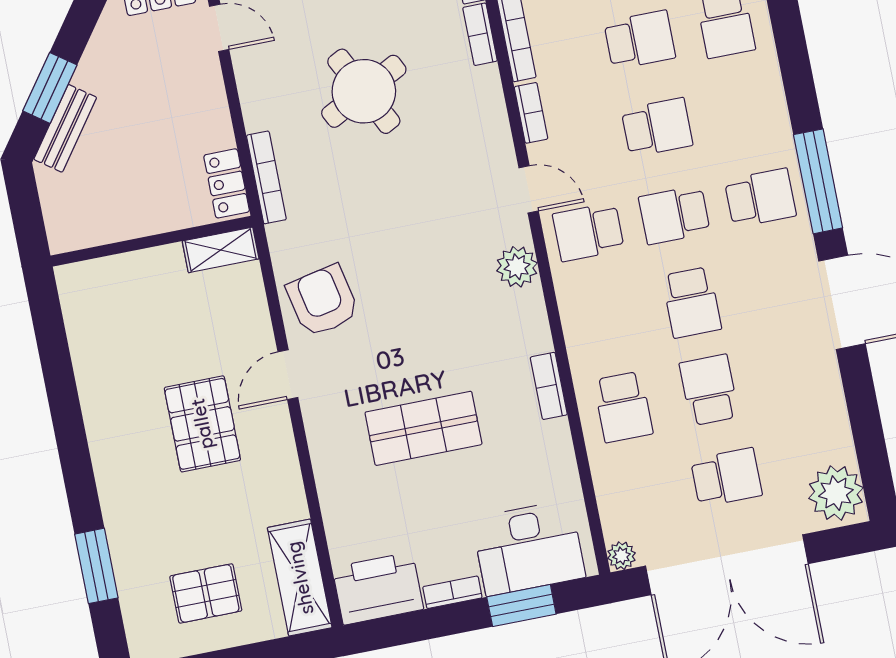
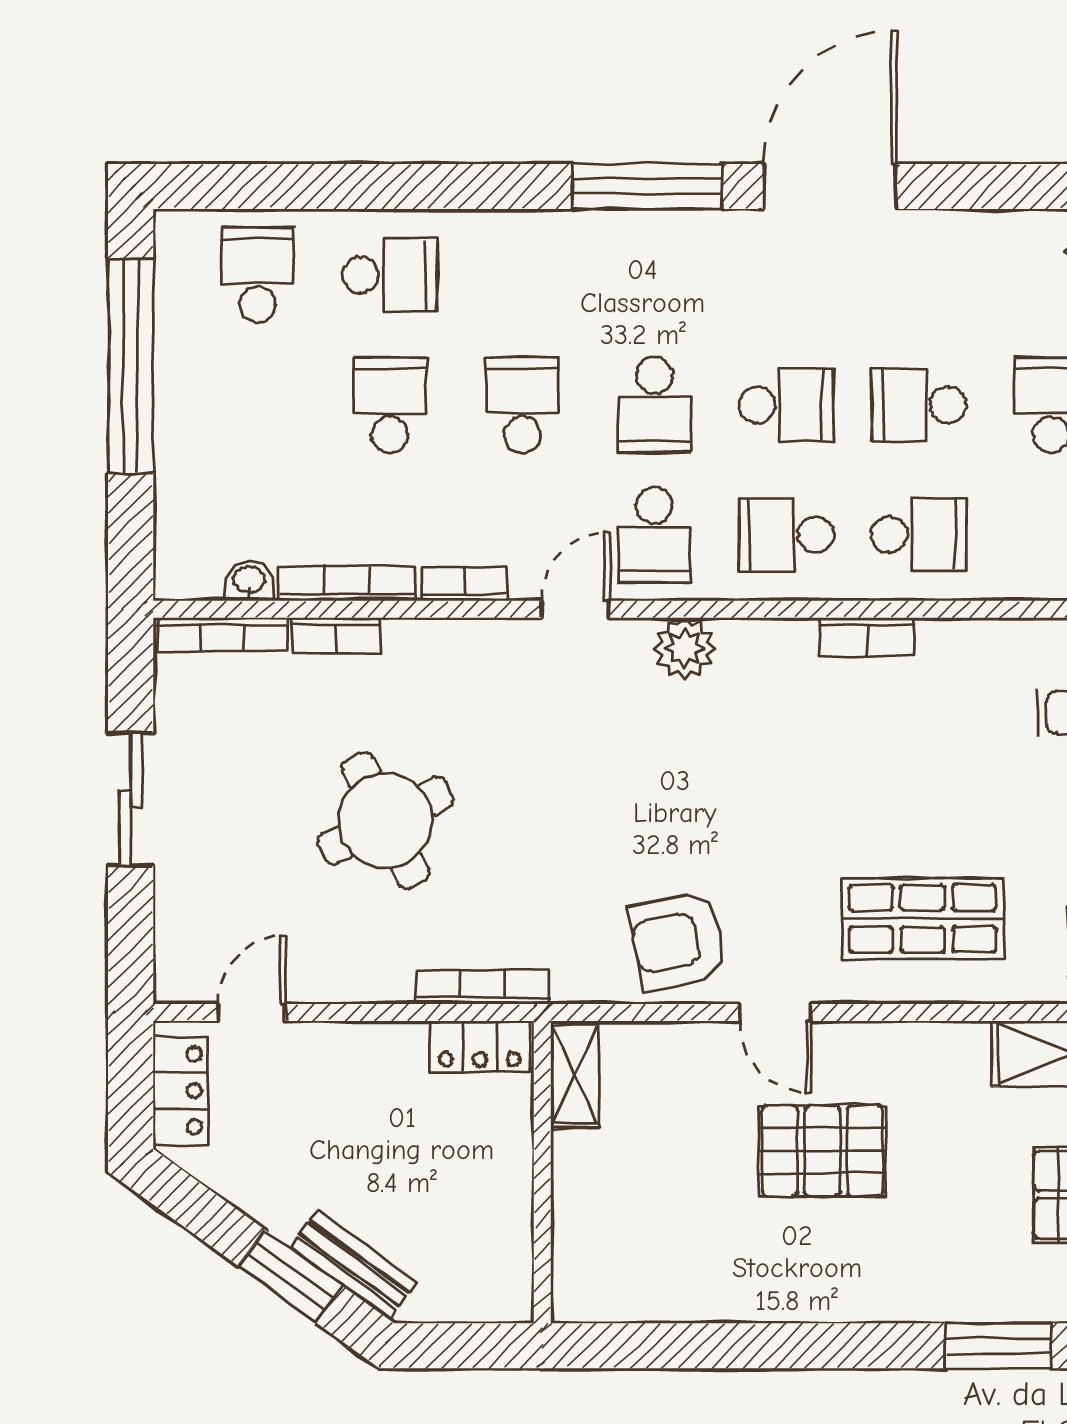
school desk: (760, 198) -> (786, 535), moved, turned -90
shop shelf: (423, 428) -> (923, 919), moved, turned 90

